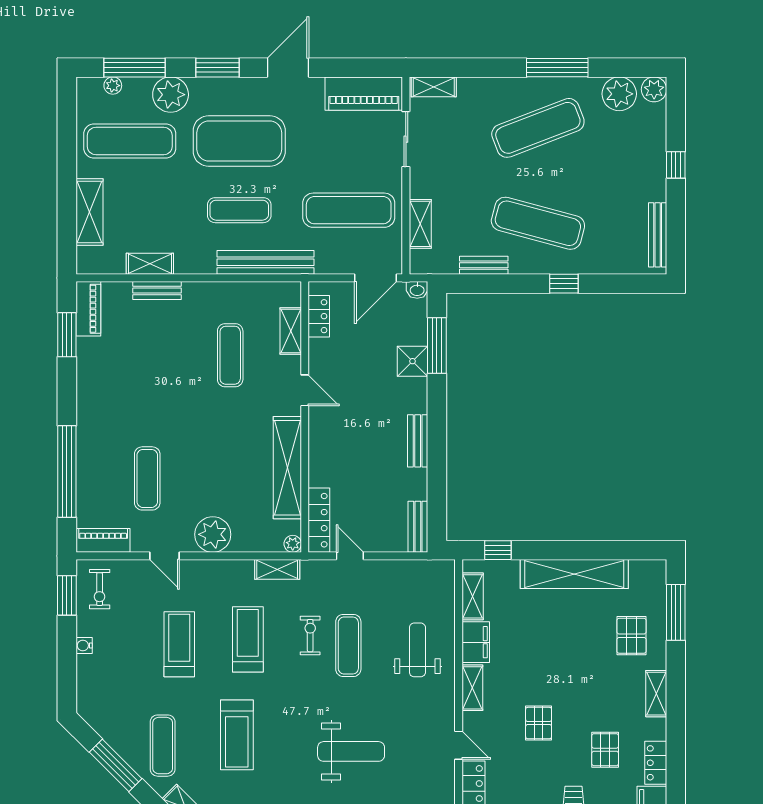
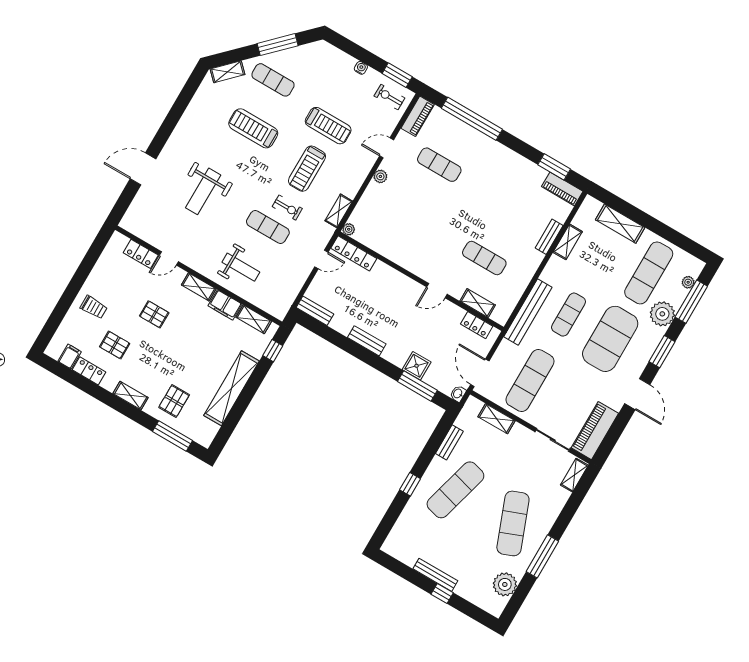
plant: (654, 89) -> (495, 607), removed
bench: (658, 235) -> (435, 575), moved
shelving: (287, 468) -> (396, 253), removed
plant: (213, 534) -> (380, 176), width x0.53, depth x0.53
pallet: (632, 636) -> (174, 401), turned 90
treadmill: (248, 639) -> (307, 169), turned 90

